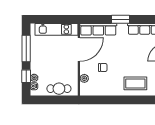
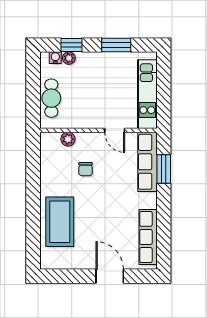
window: (120, 19) -> (164, 169), moved
window: (26, 48) -> (116, 45), width x0.69
door: (79, 49) -> (115, 130), width x0.53
coffee table: (135, 83) -> (60, 222), width x1.36, depth x1.32

